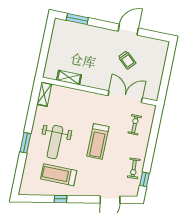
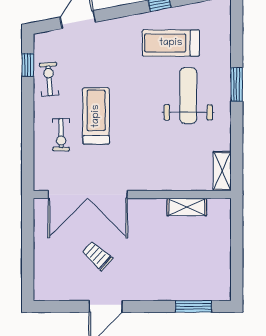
double door: (125, 97) -> (88, 194), width x1.36
exercise bike: (135, 125) -> (61, 135), moved
treadmill: (98, 141) -> (96, 116), moved
treadmill: (59, 175) -> (171, 43), turned 180

